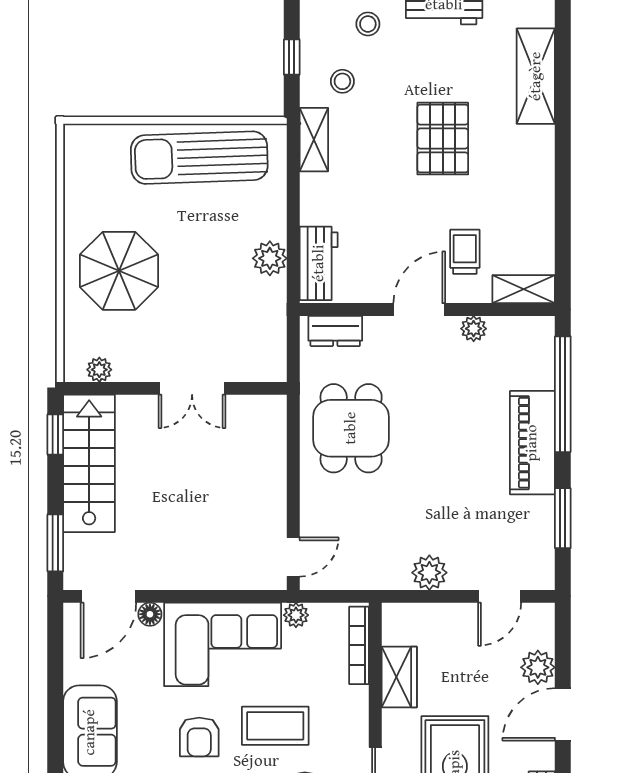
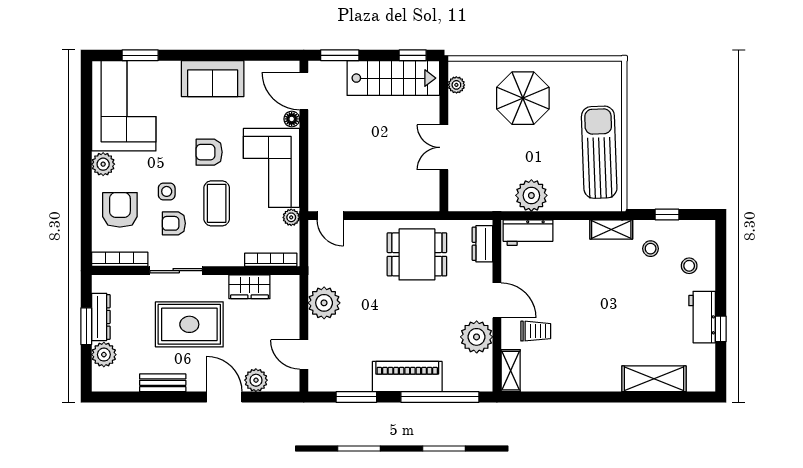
pallet: (443, 139) -> (612, 316), removed
plant: (270, 258) -> (531, 195), width x1.36, depth x1.36
plant: (474, 329) -> (477, 337), width x1.88, depth x1.88
plant: (429, 573) -> (324, 303), width x1.36, depth x1.36

